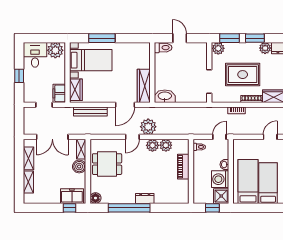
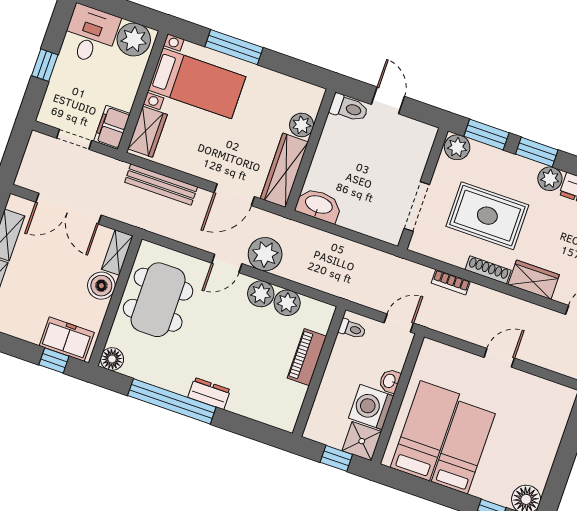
plant: (145, 63) -> (302, 125), added
dining table: (107, 164) -> (158, 300), width x1.37

